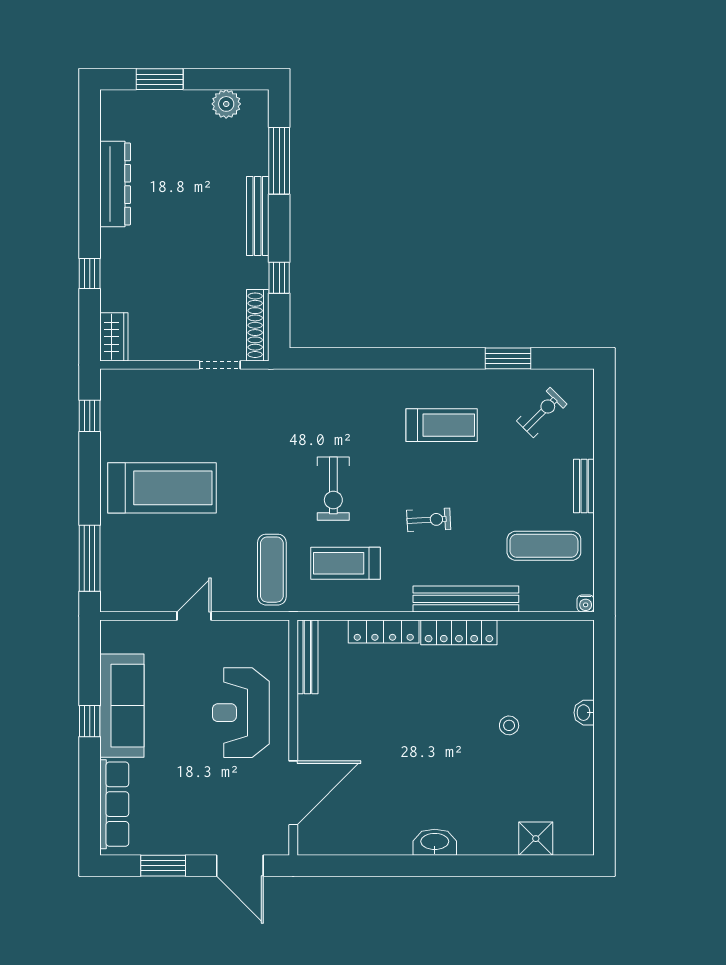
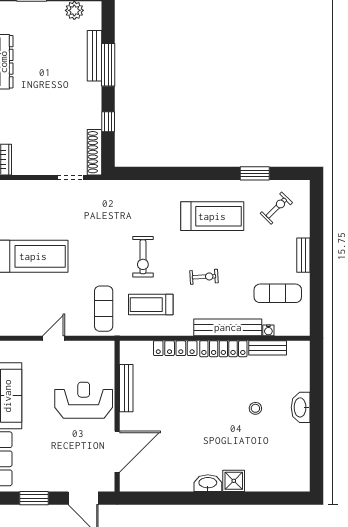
window: (279, 161) -> (108, 65), moved
bench: (258, 216) -> (95, 56), moved
treadmill: (442, 425) -> (212, 216), width x1.37, depth x1.38
water cooler: (586, 603) -> (268, 330), moved
bench: (528, 631) -> (268, 348), added
bench: (307, 657) -> (126, 388), moved
reception desk: (241, 713) -> (84, 400), turned 90
washbasin: (584, 713) -> (301, 407), width x1.91, depth x1.45
shower: (536, 839) -> (234, 481), moved

